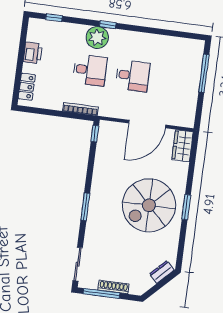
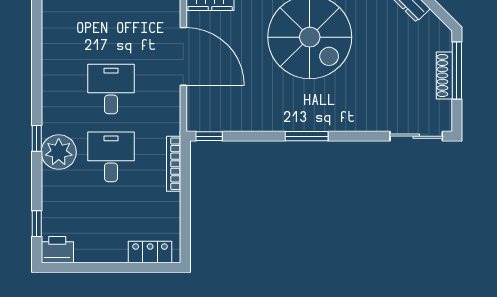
printer: (33, 53) -> (57, 250), moved
window: (85, 207) -> (307, 136), moved
window: (101, 293) -> (457, 70), moved

